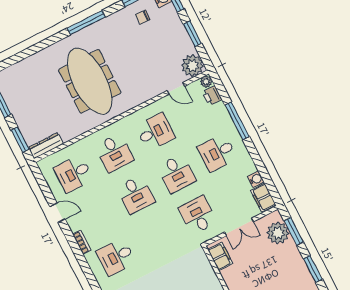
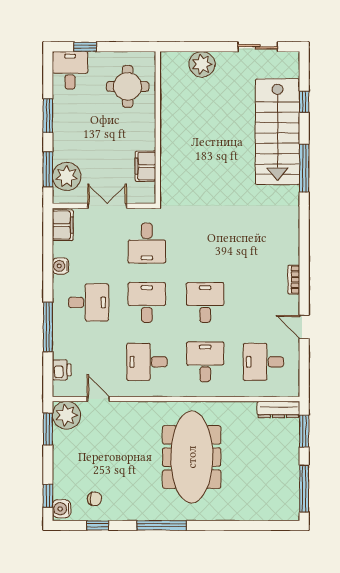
window: (193, 34) -> (48, 429), moved
plant: (206, 82) -> (60, 389), removed
desk: (73, 174) -> (263, 362), turned 180
water cooler: (256, 179) -> (61, 266), moved
filing cabinet: (220, 256) -> (145, 166), moved
desk: (116, 257) -> (263, 243), removed

